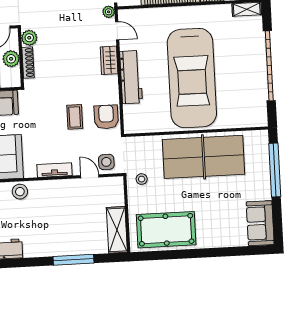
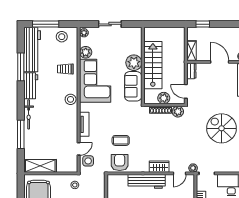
armchair: (106, 117) -> (120, 162), turned -90
bicycle: (44, 250) -> (29, 114), added

